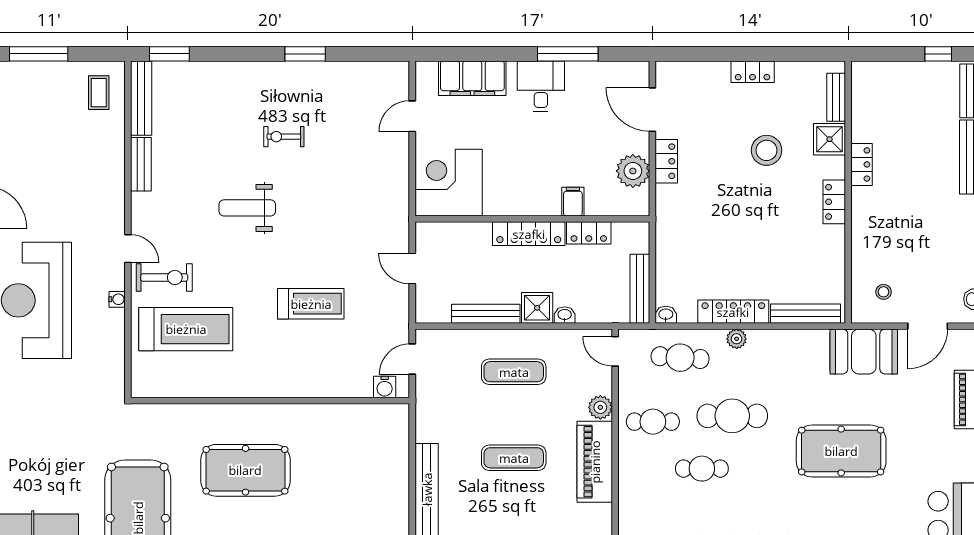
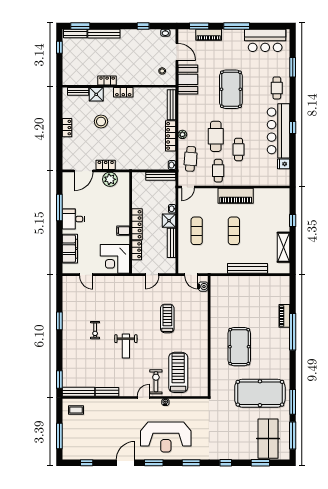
filing cabinet: (573, 202) -> (123, 231), moved
locker: (589, 233) -> (137, 250), moved
plant: (600, 407) -> (212, 193), removed

